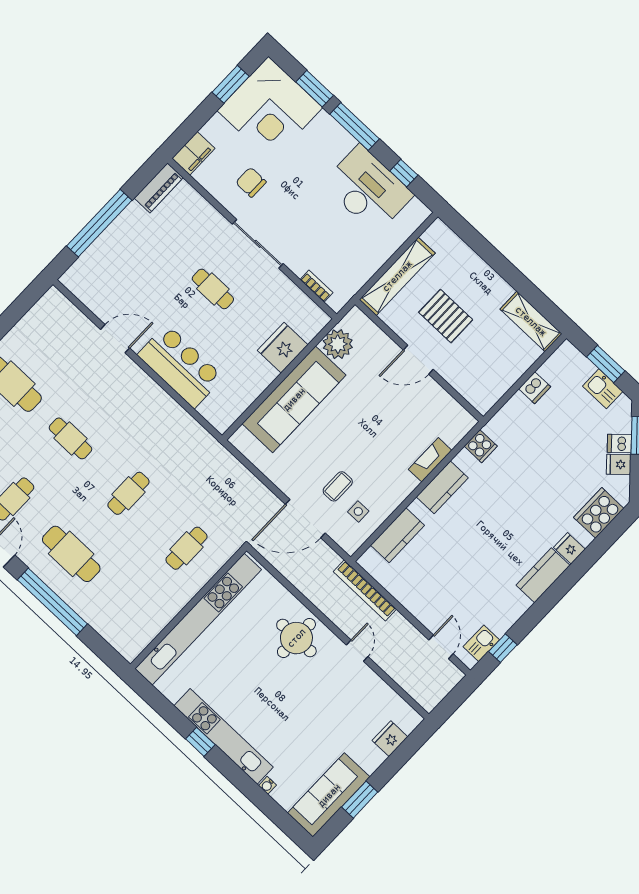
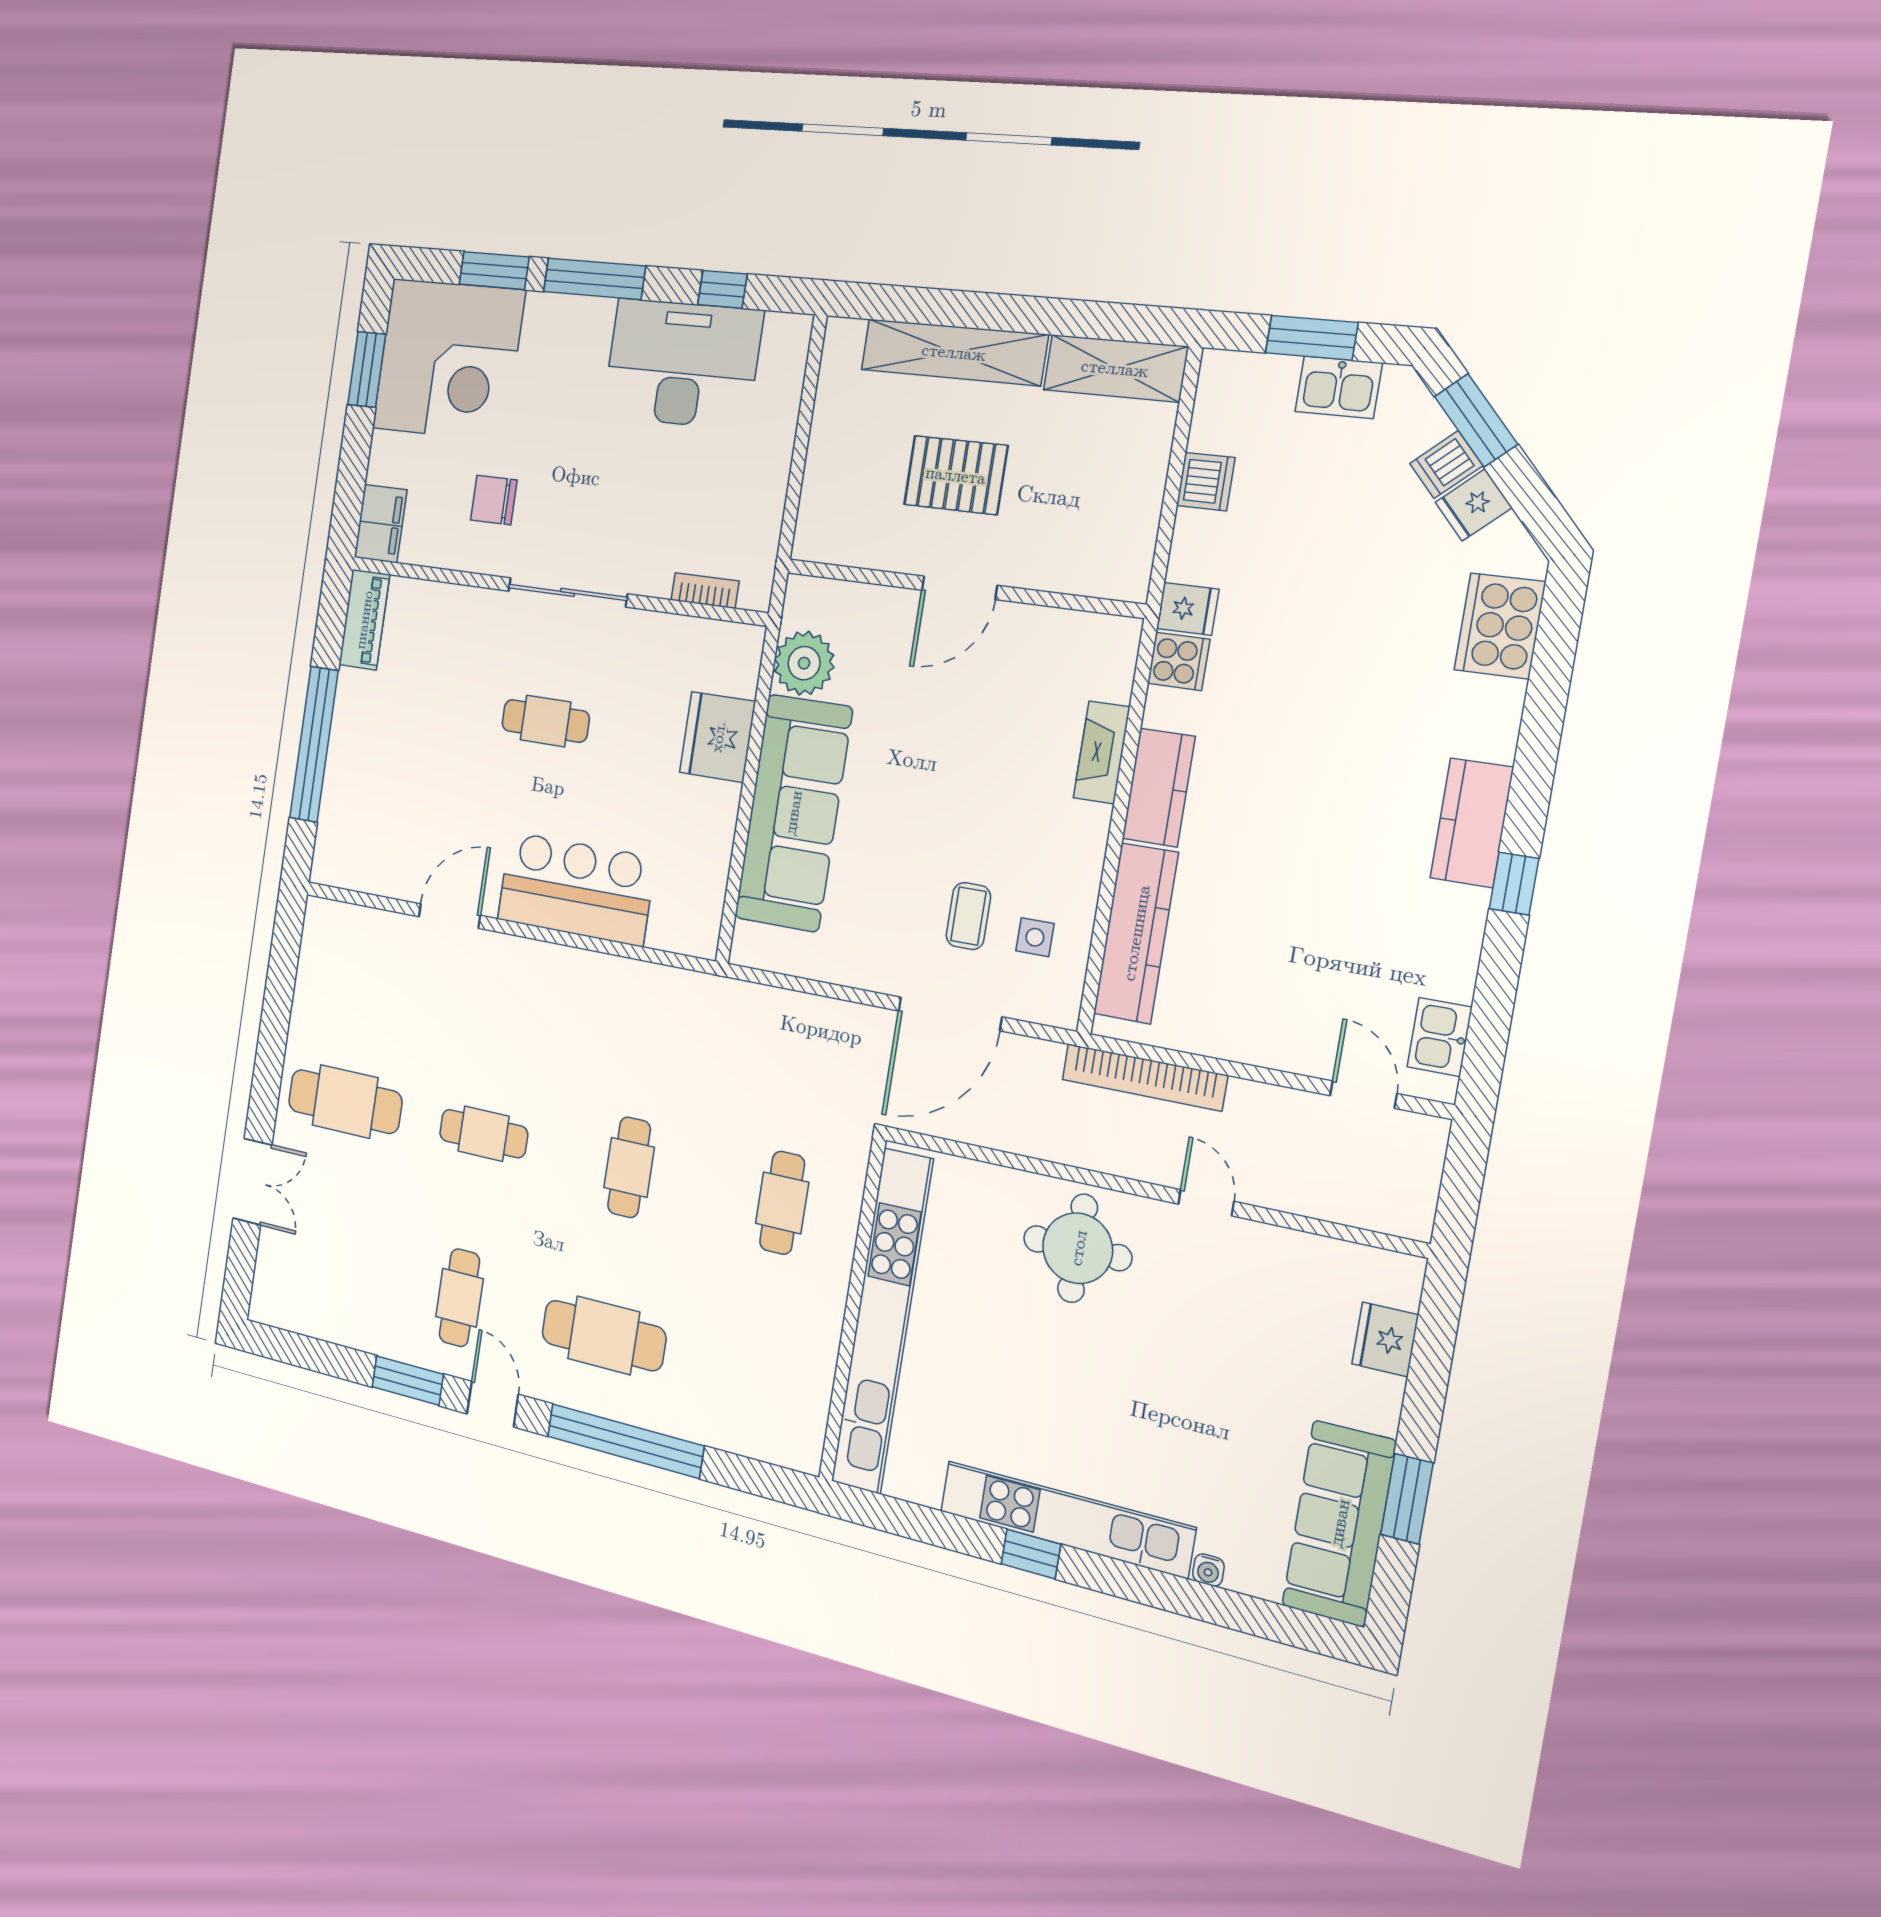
shelving: (397, 276) -> (954, 352), moved, turned 90
kitchen counter: (398, 535) -> (1136, 933), width x1.50
fridge: (569, 548) -> (1188, 609), moved, turned 180
window: (503, 648) -> (1514, 884), moved

